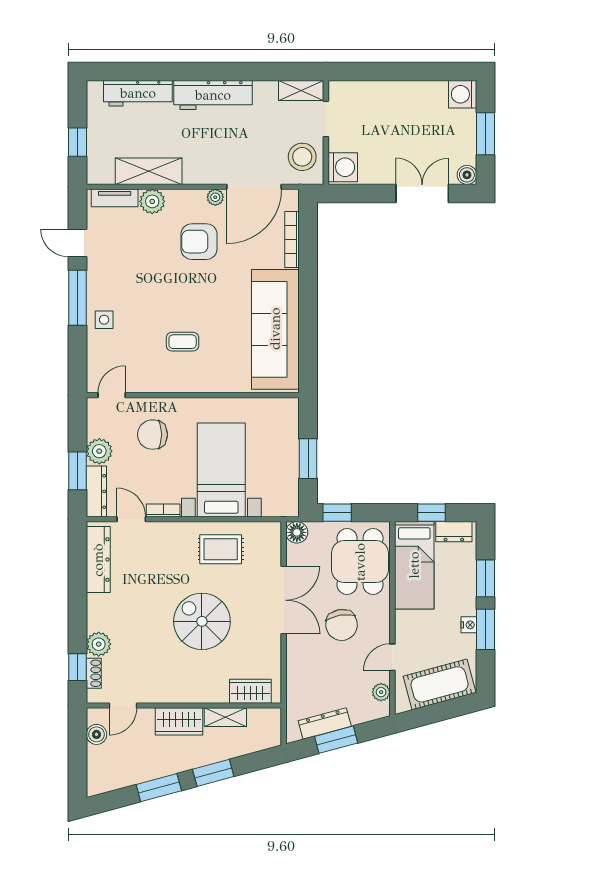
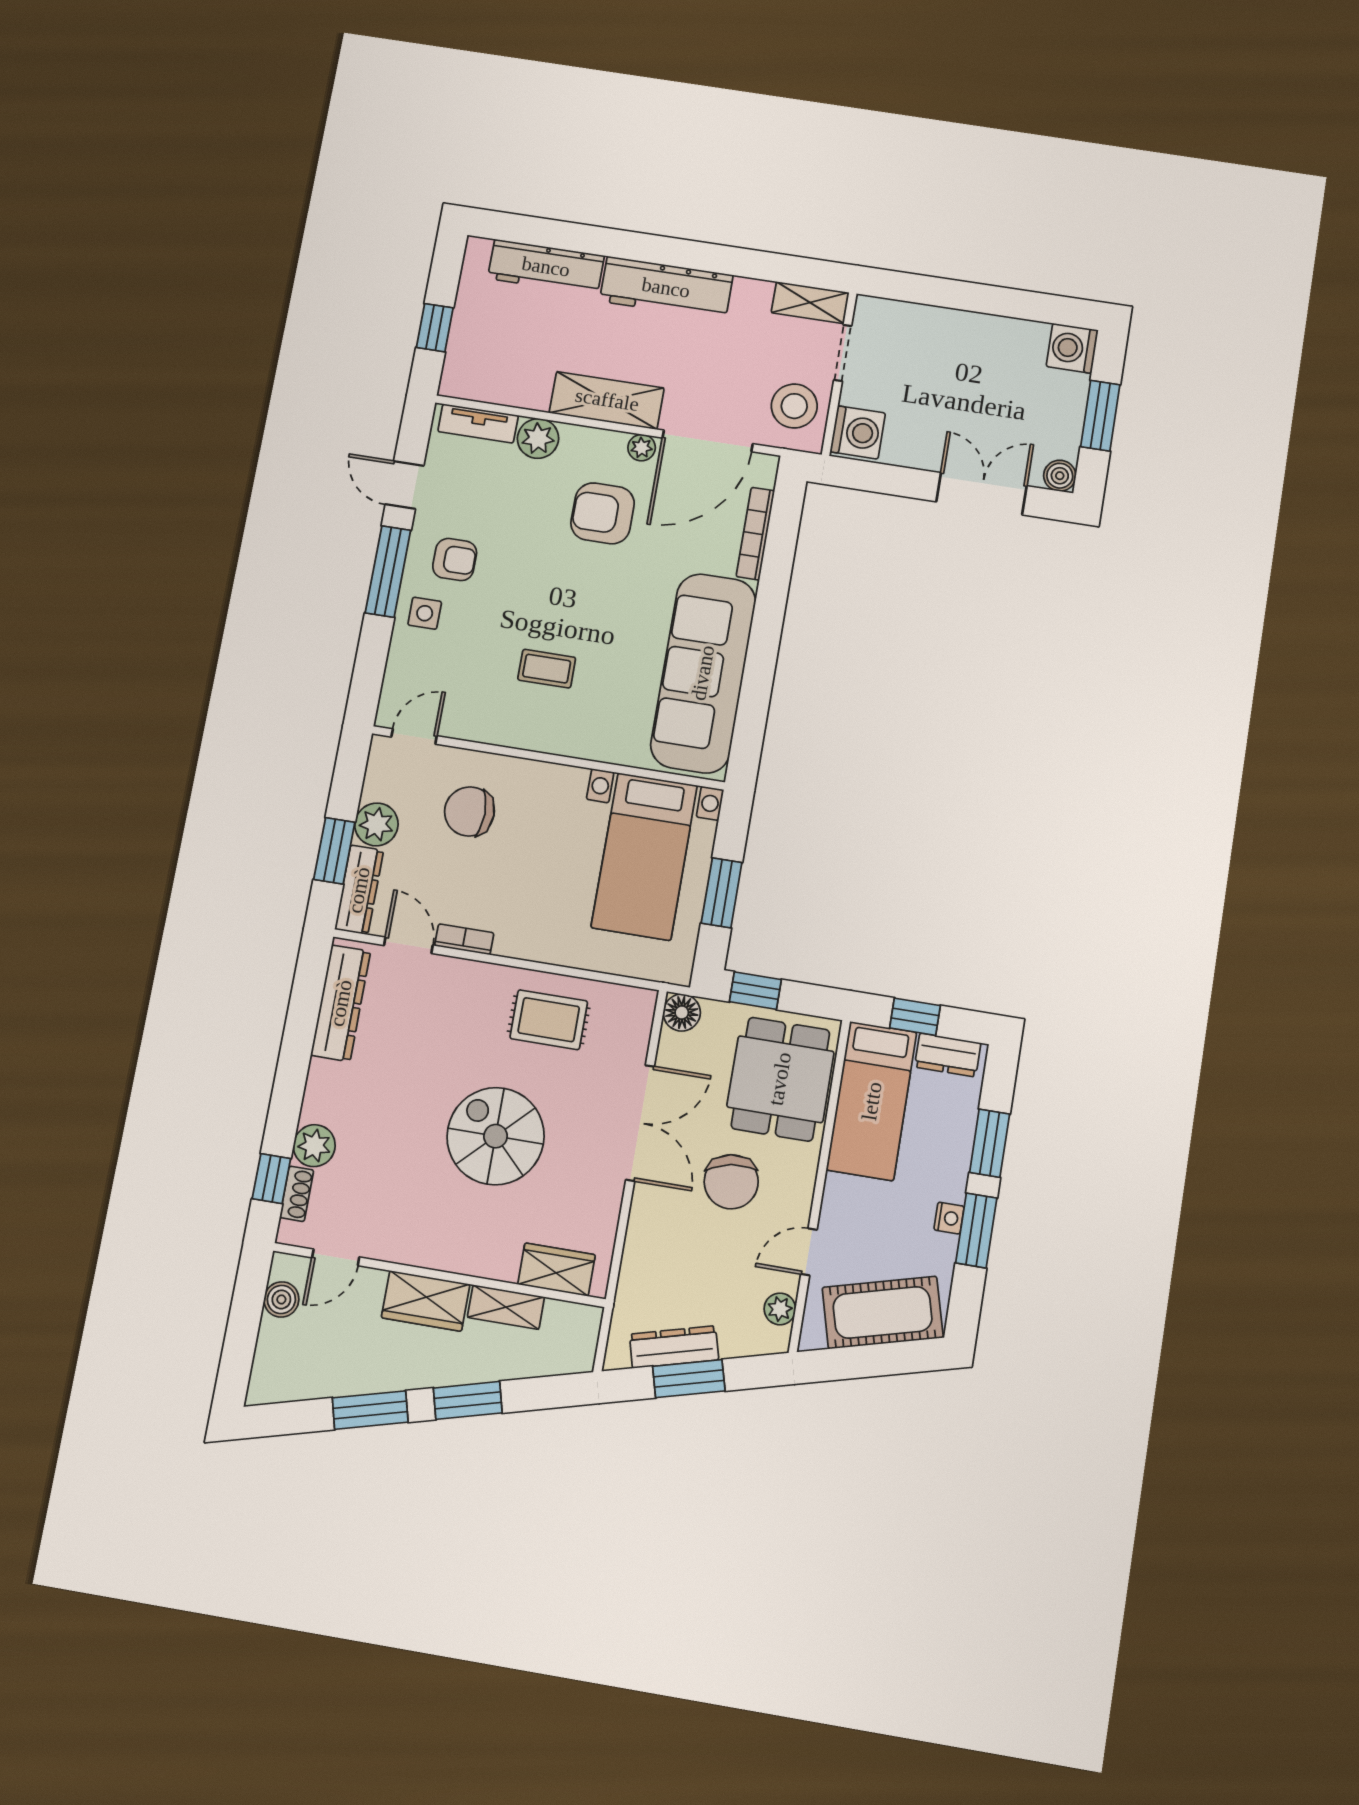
shelving: (149, 171) -> (607, 400), moved
armchair: (116, 284) -> (455, 560), added
bed with nightstands: (221, 470) -> (644, 856), moved, turned 180

